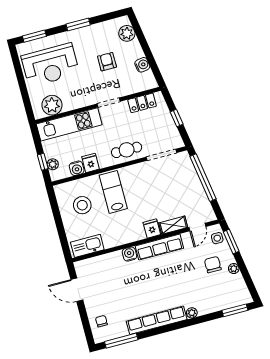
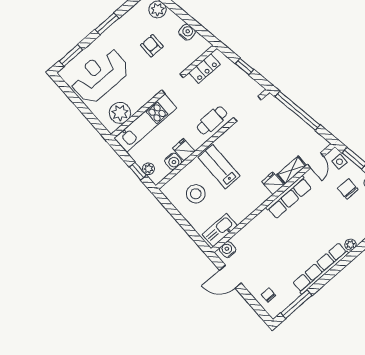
reception desk: (50, 65) -> (100, 75), turned 180
water cooler: (129, 254) -> (228, 250), moved

